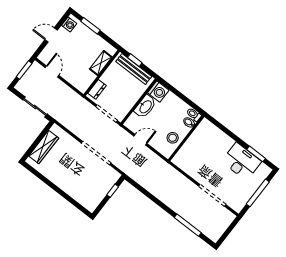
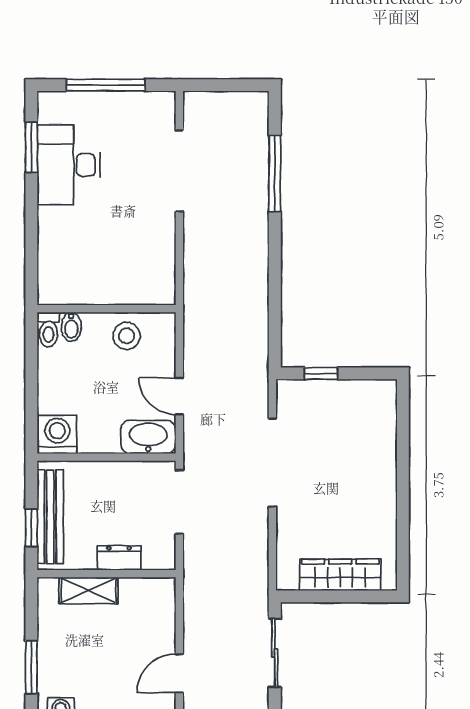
dresser: (97, 89) -> (119, 558), moved
washbasin: (145, 107) -> (148, 437), moved

